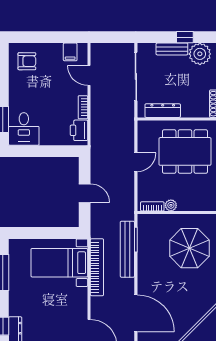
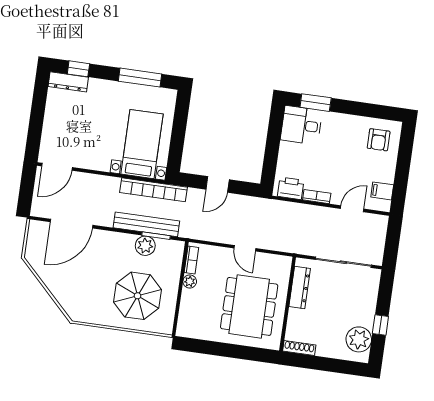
bench: (172, 49) -> (369, 308), removed
plant: (146, 248) -> (145, 246), added
bookcase: (97, 267) -> (154, 190), moved

